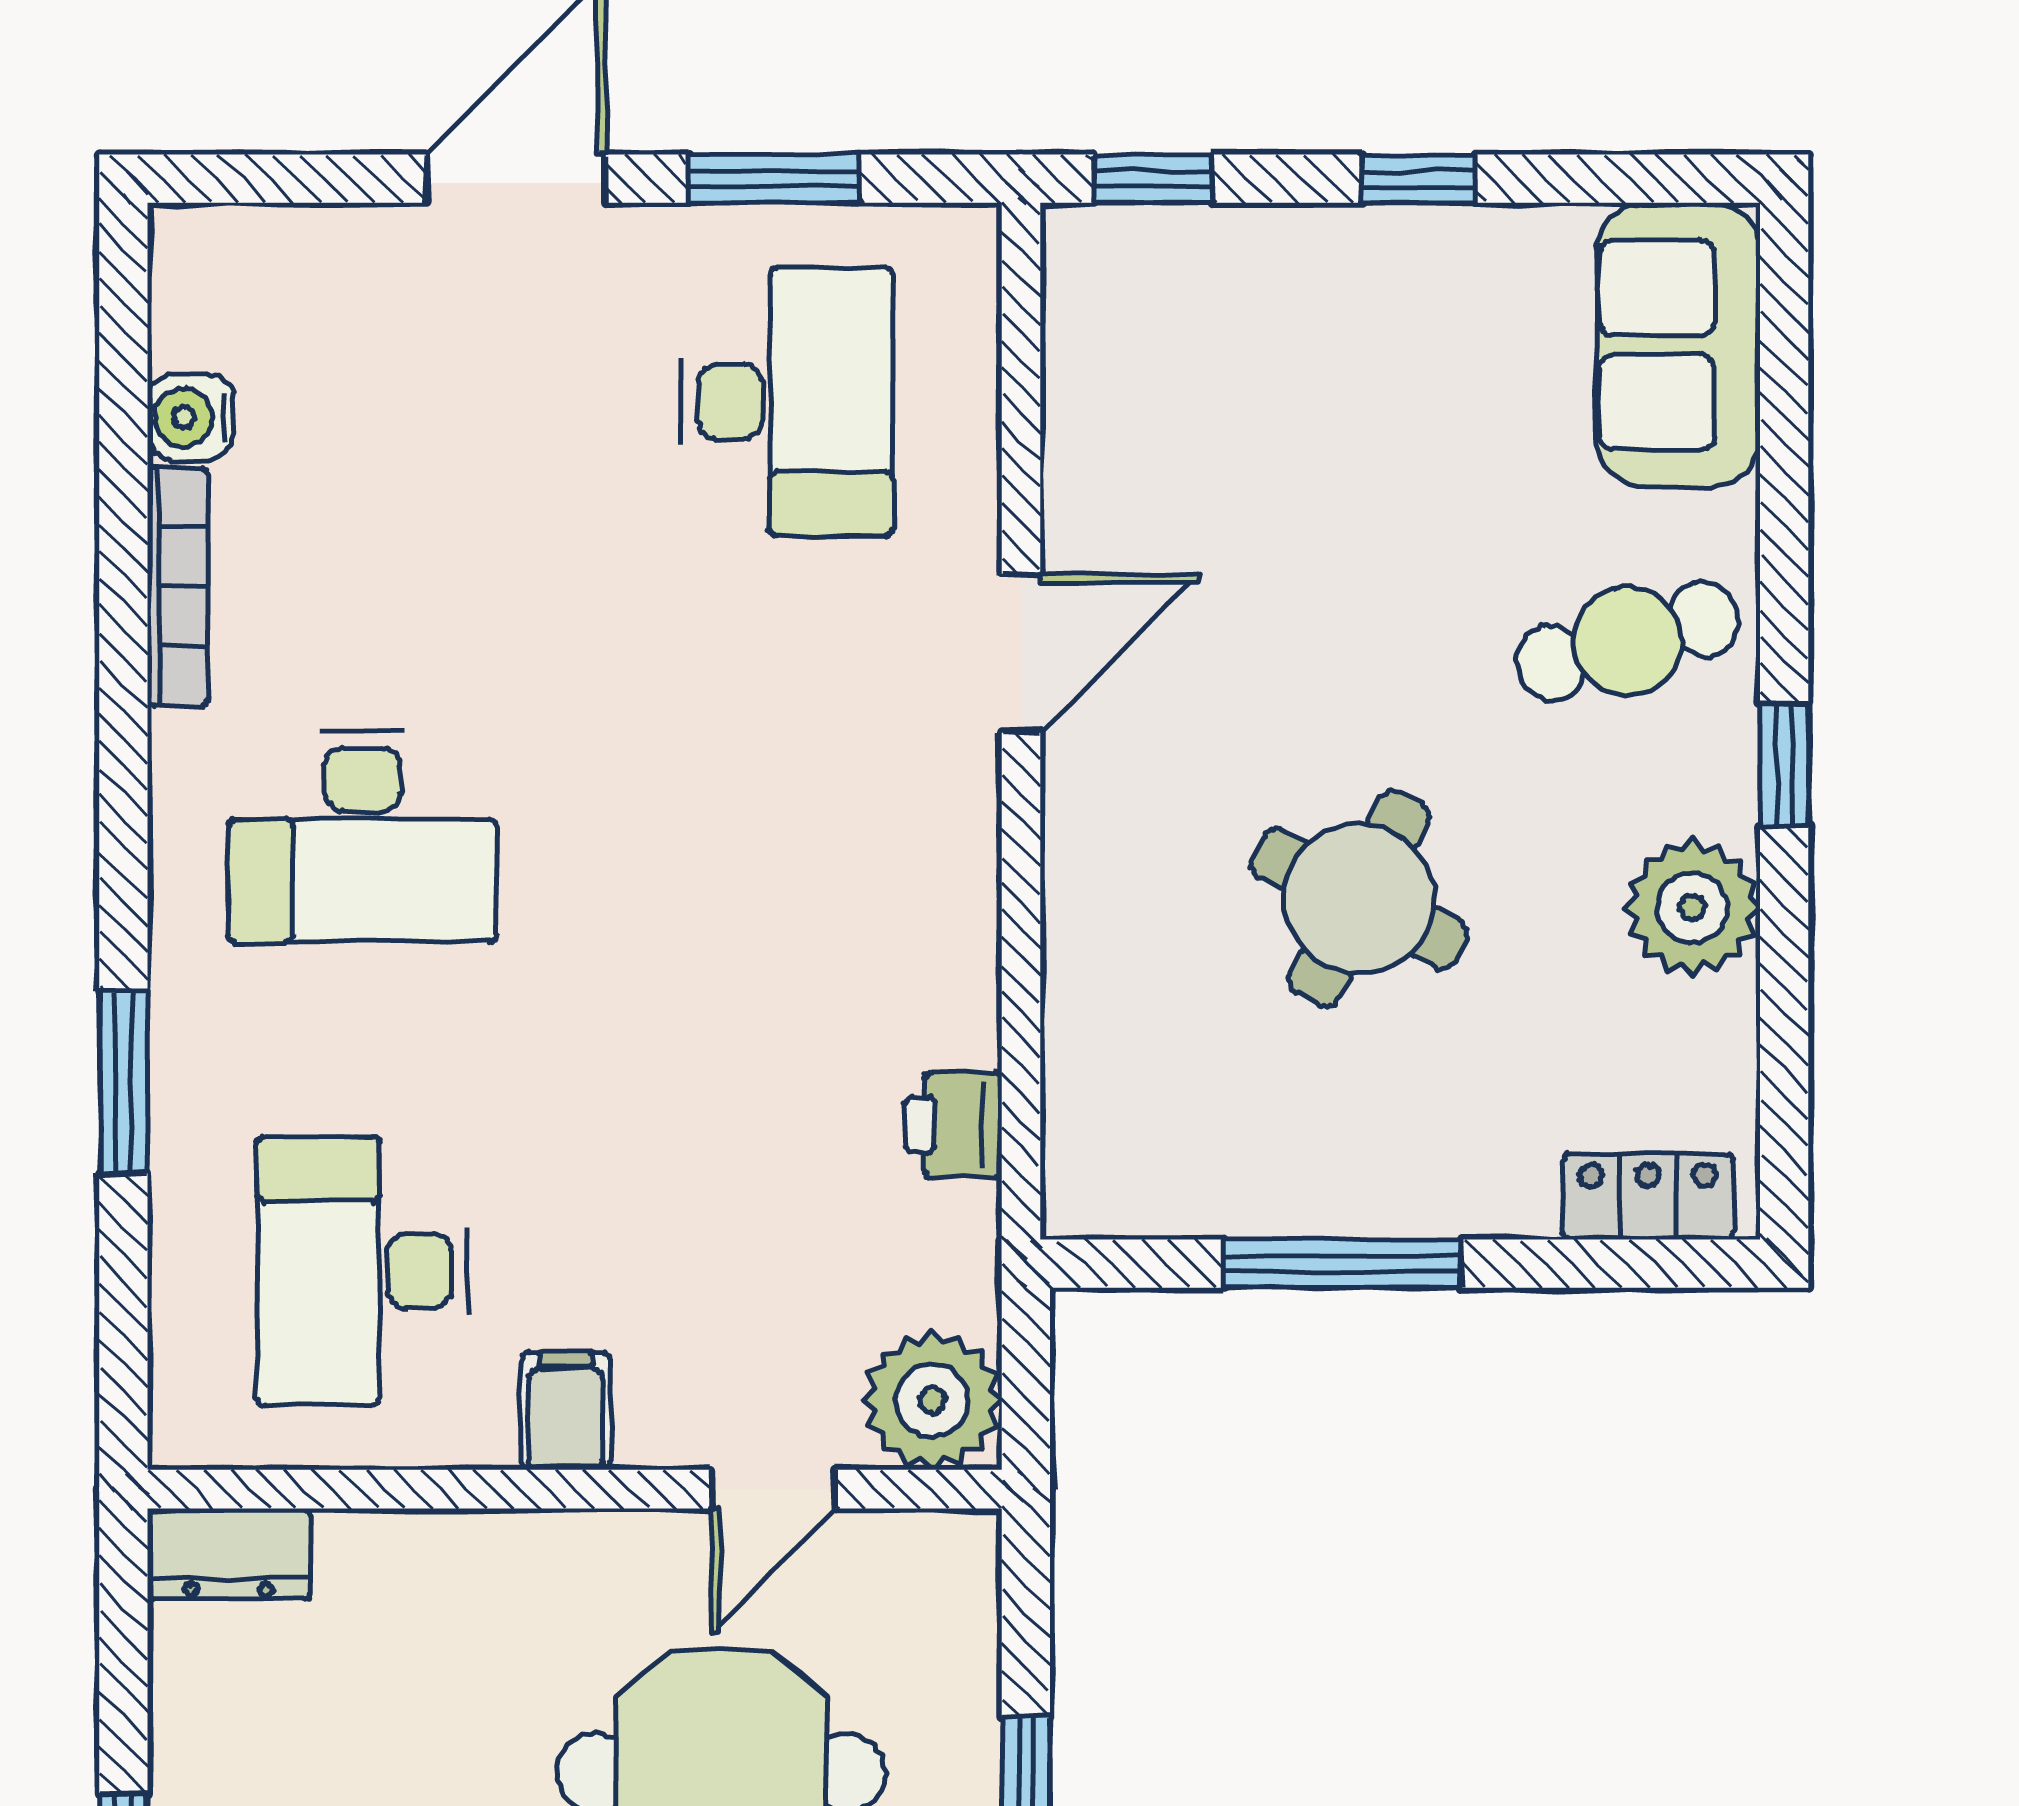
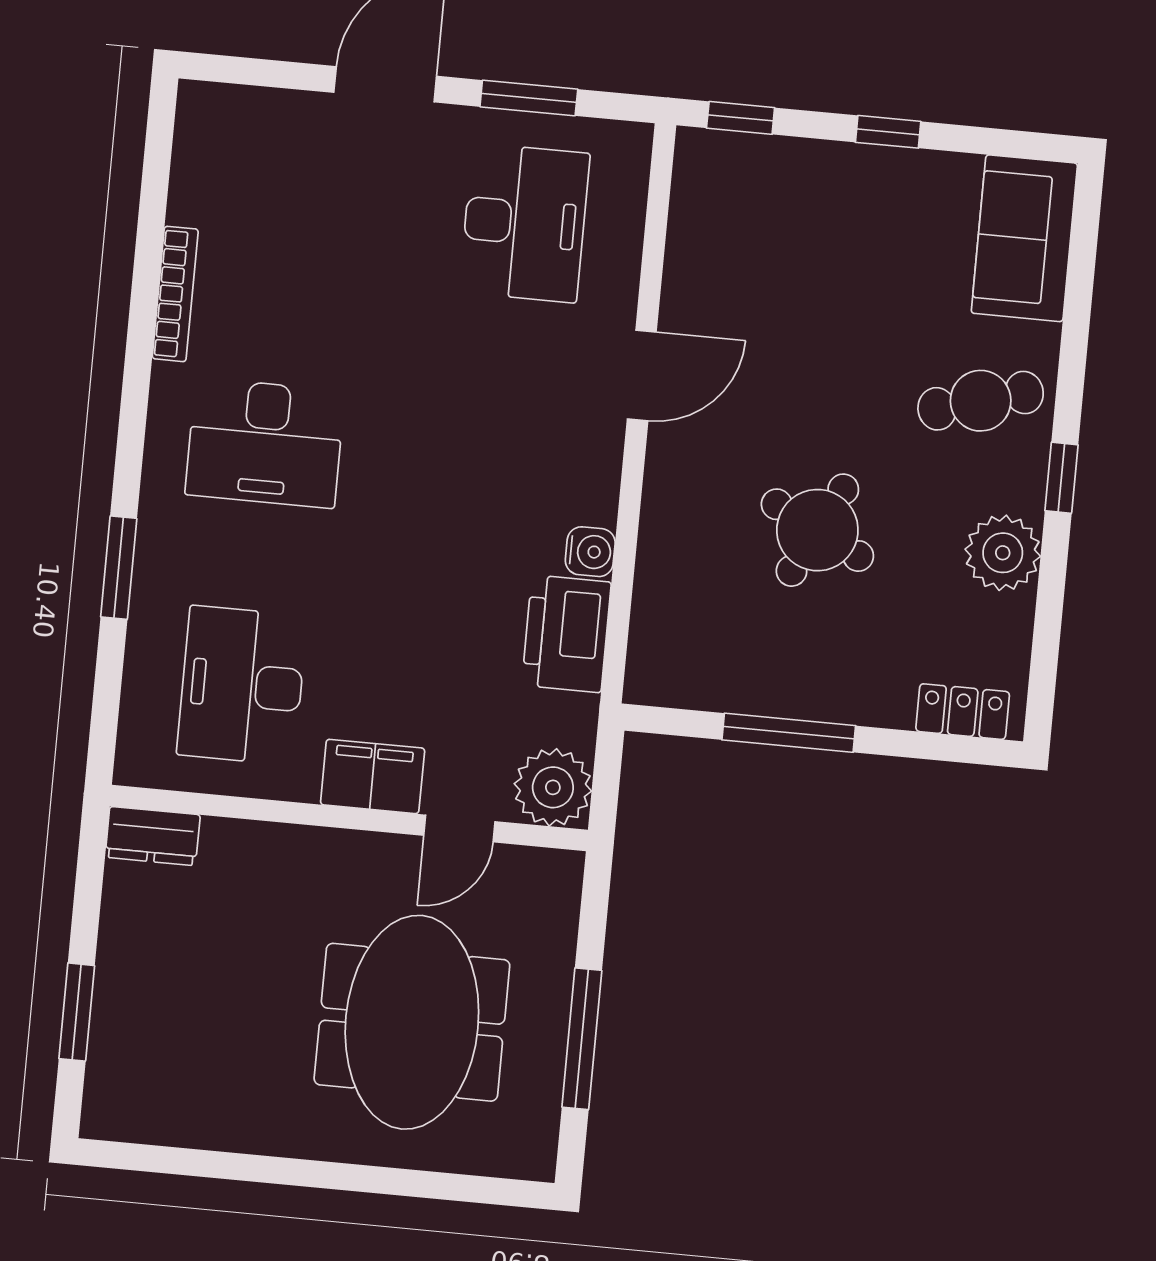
water cooler: (190, 417) -> (590, 552), moved, turned 180
printer: (954, 1125) -> (566, 634), width x1.87, depth x1.48
filing cabinet: (566, 1411) -> (373, 776), width x2.00

